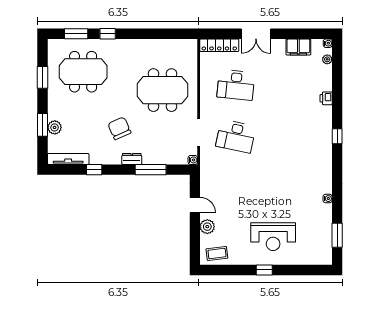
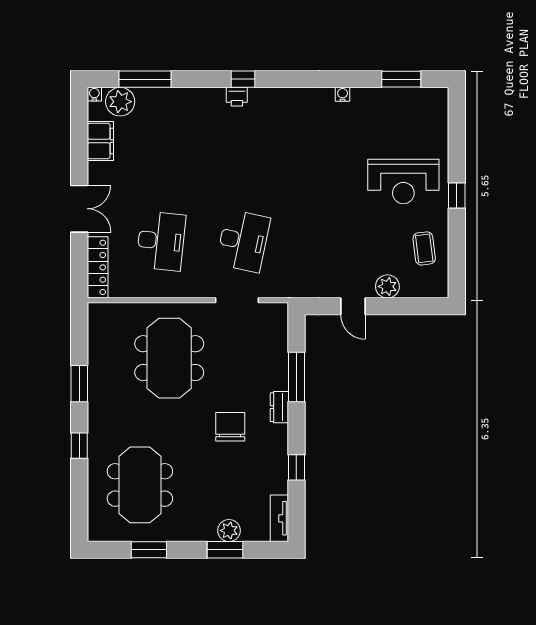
window: (76, 34) -> (79, 384), moved
plant: (327, 59) -> (120, 102), width x1.87, depth x1.87
window: (337, 75) -> (145, 79), added
printer: (326, 98) -> (237, 97), moved
chair: (119, 128) -> (230, 427), turned 114
tv unit: (68, 159) -> (279, 518), width x0.71
water cooler: (193, 160) -> (281, 310), removed
door: (195, 205) -> (353, 306), swing flipped
reception desk: (273, 237) -> (403, 181), turned 90
coffee table: (217, 254) -> (424, 248), moved

